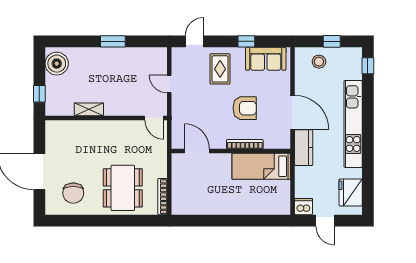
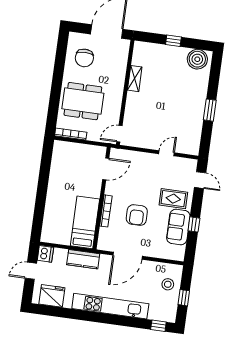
sofa: (266, 59) -> (178, 227), moved
shelving: (89, 109) -> (135, 79), moved
wall: (106, 118) -> (125, 92), moved
door: (154, 118) -> (119, 134), moved
kitchen counter: (304, 148) -> (83, 259), moved
chair: (73, 193) -> (84, 58), turned -90

